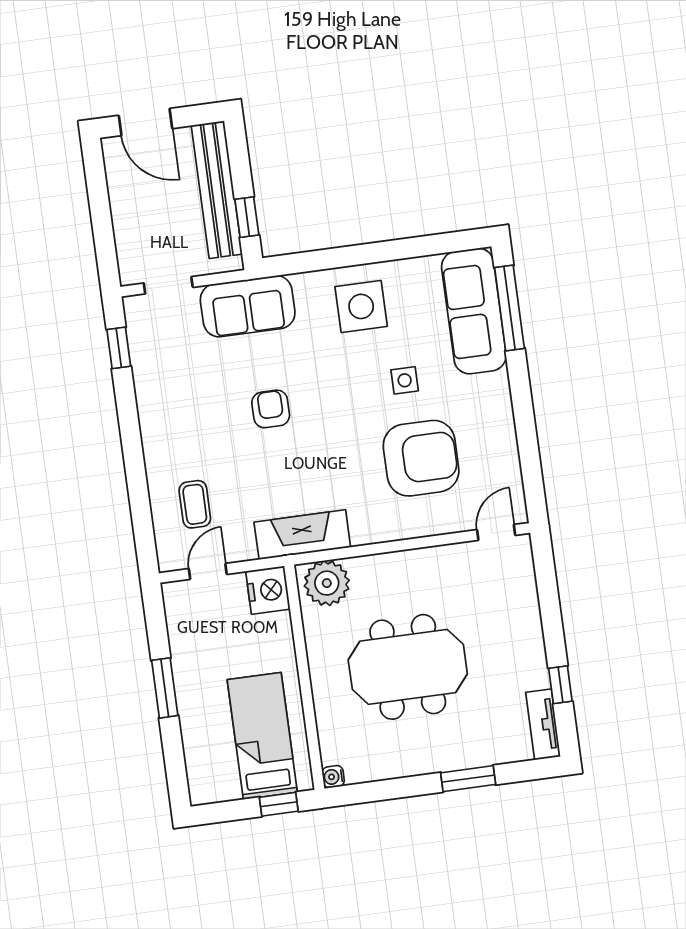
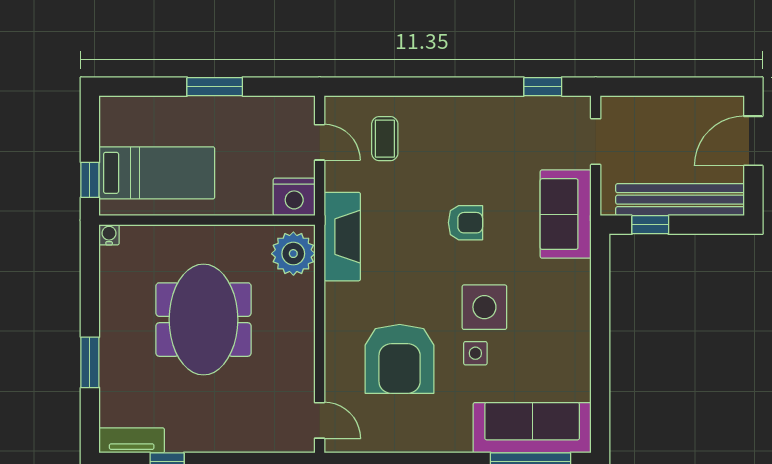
side table: (361, 306) -> (484, 307), moved
coffee table: (195, 504) -> (385, 139), turned 90

